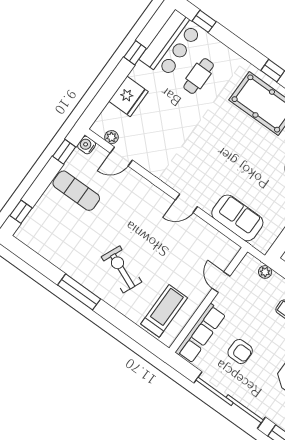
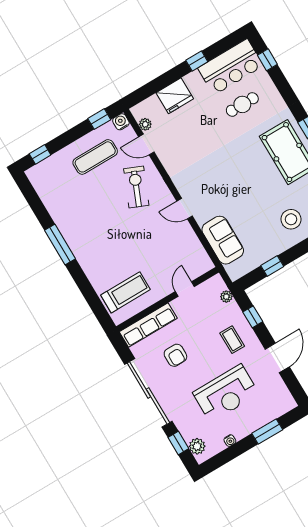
exercise mat: (76, 191) -> (95, 157), turned 90
exercise bike: (122, 269) -> (136, 187), moved

